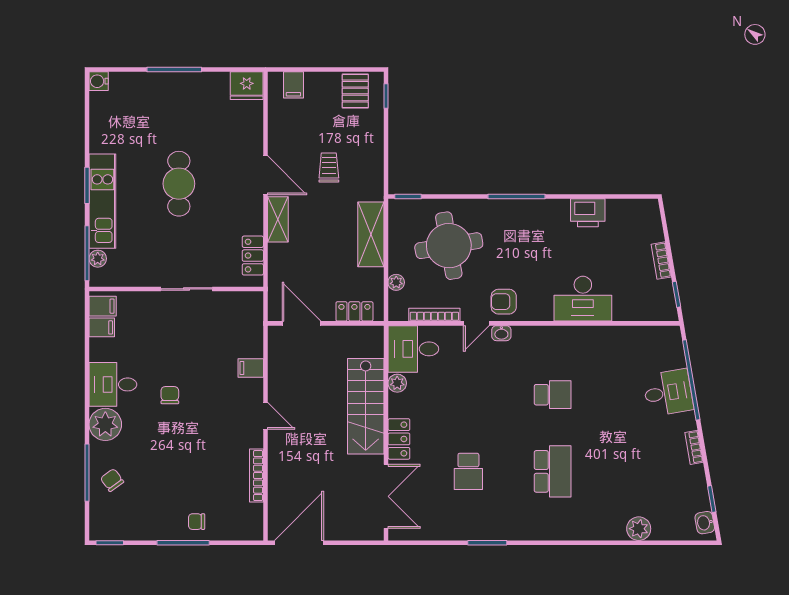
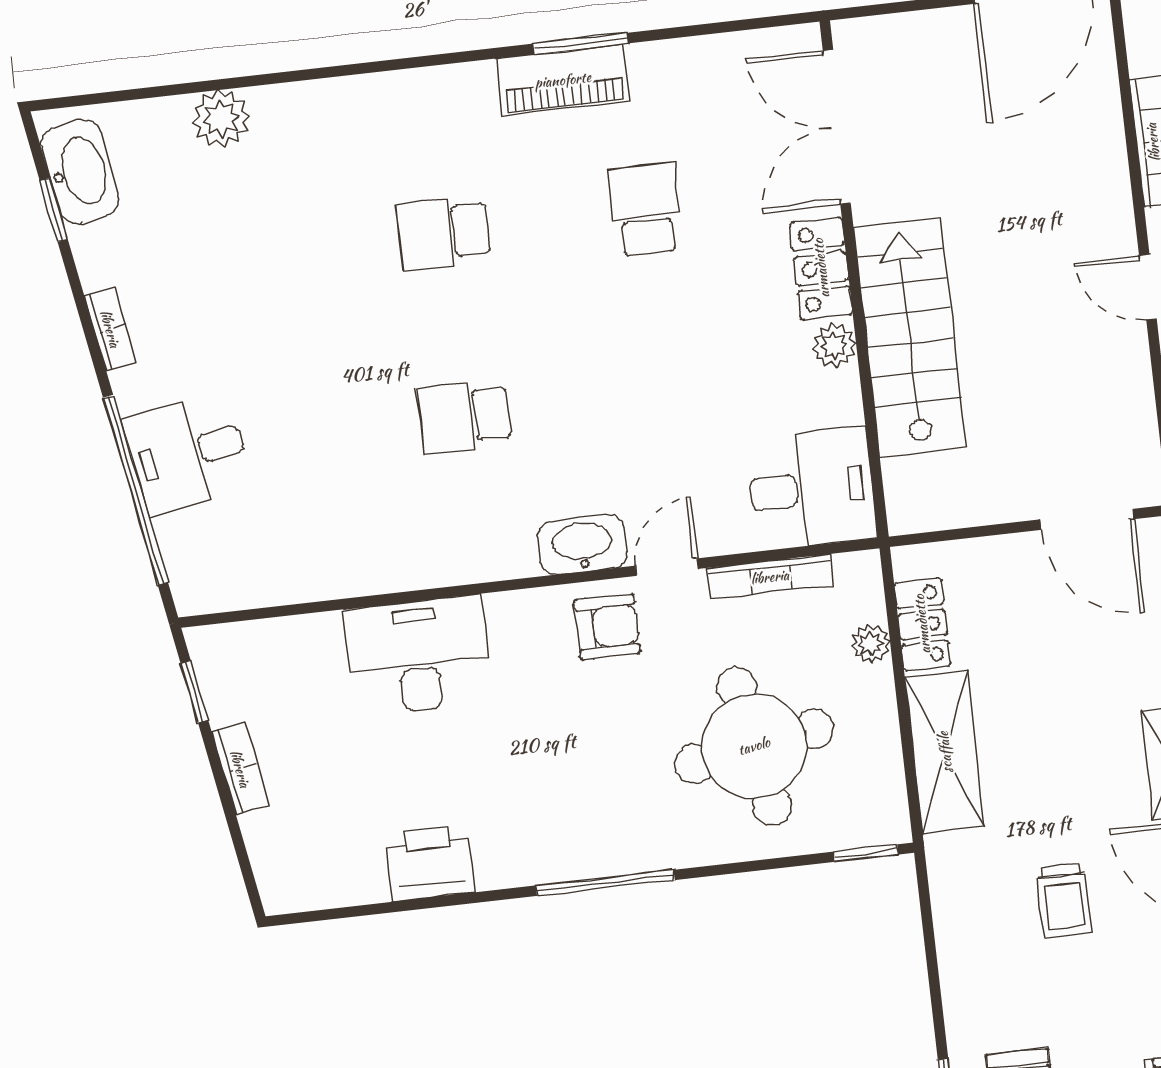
locker: (354, 311) -> (922, 624), moved, turned -90
washbasin: (501, 333) -> (582, 545), width x1.91, depth x1.45
plant: (397, 383) -> (834, 346), moved
school desk: (553, 471) -> (443, 233), width x0.54
washbasin: (705, 523) -> (80, 172), width x1.91, depth x1.45
piano: (496, 529) -> (563, 80), added

